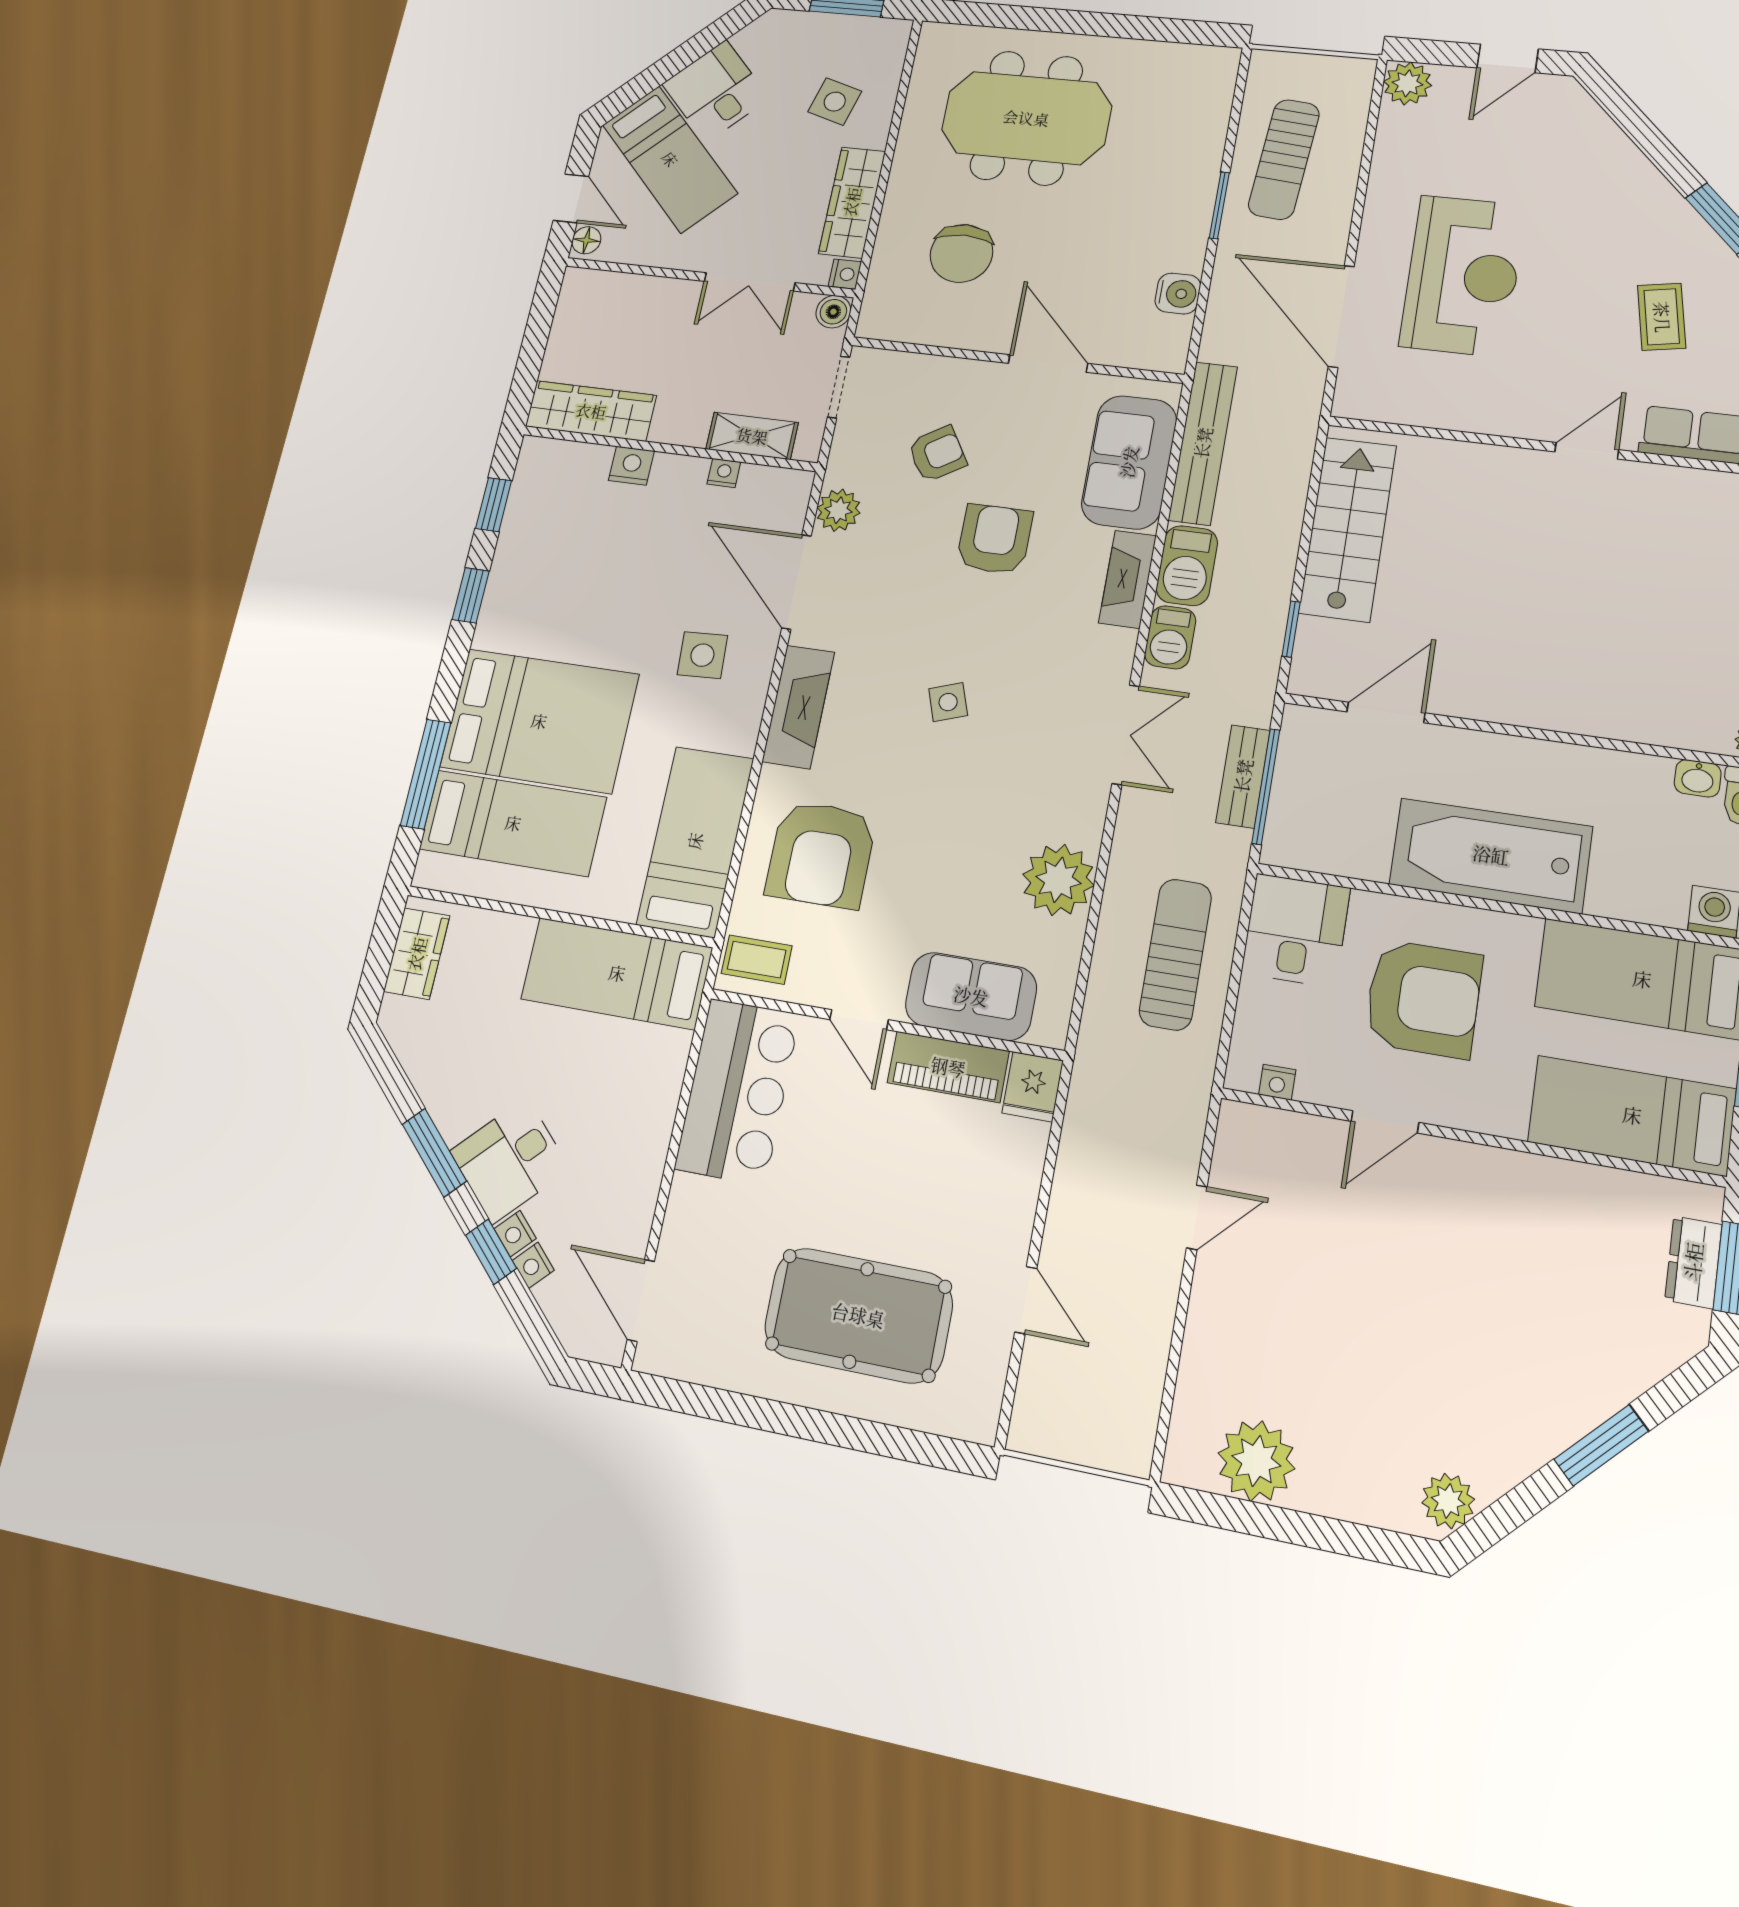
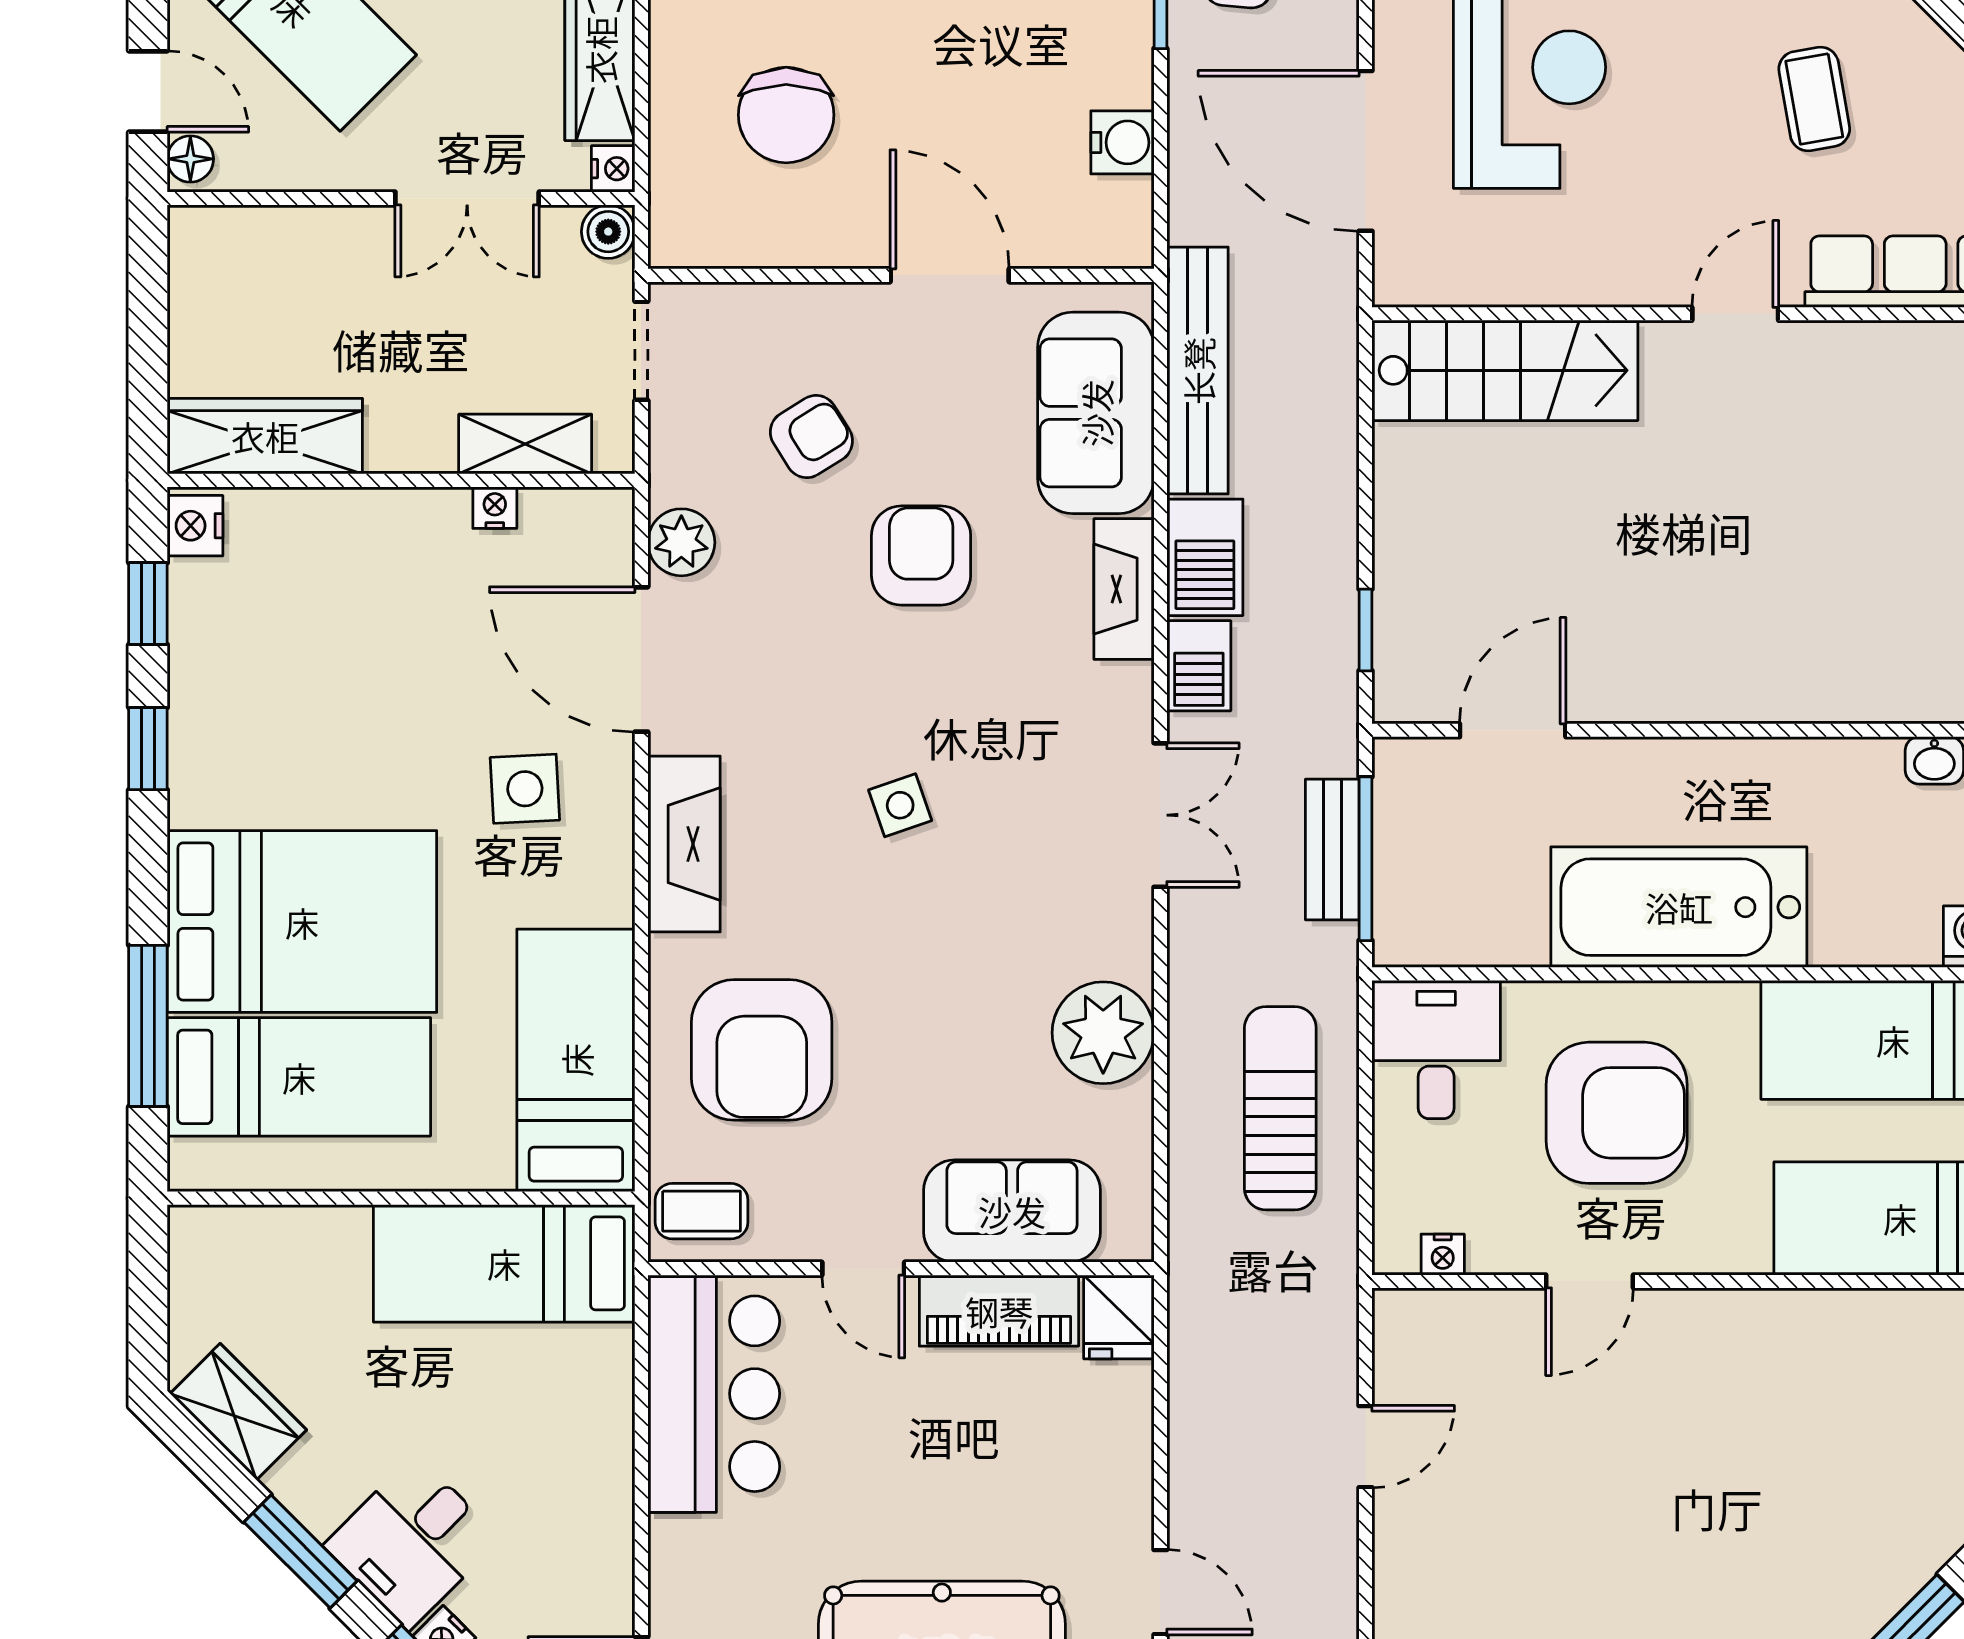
nightstand: (631, 466) -> (195, 526), moved, turned -90
stairs: (1348, 529) -> (1505, 370), moved, turned 90
wardrobe: (417, 954) -> (238, 1412), moved, turned -45

